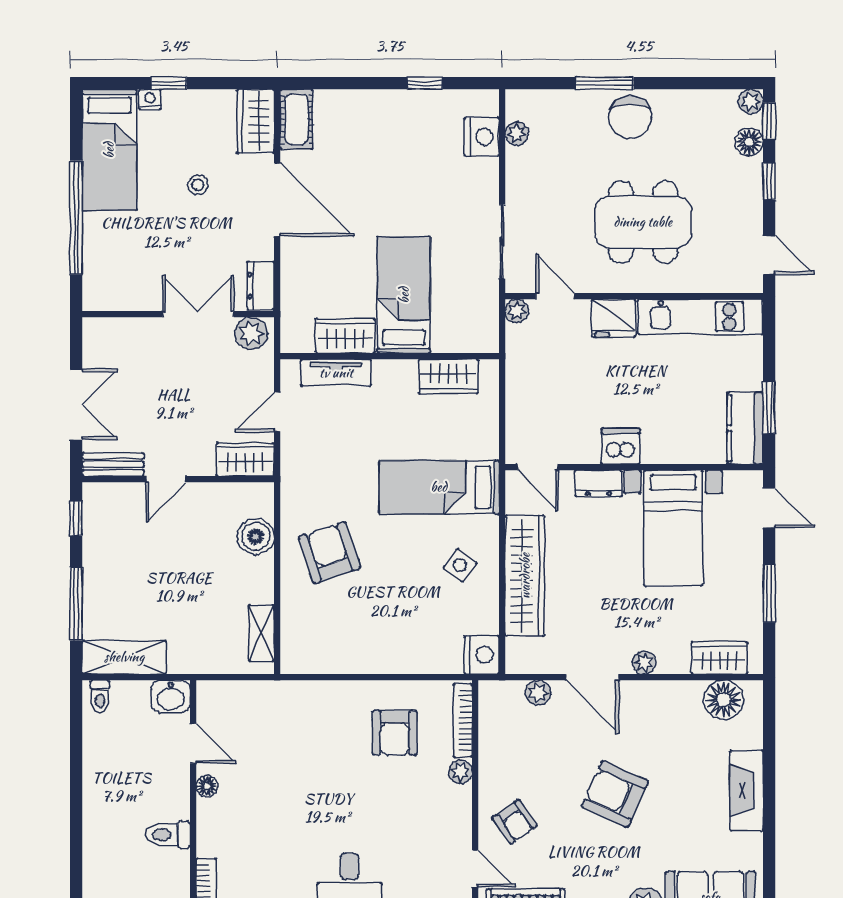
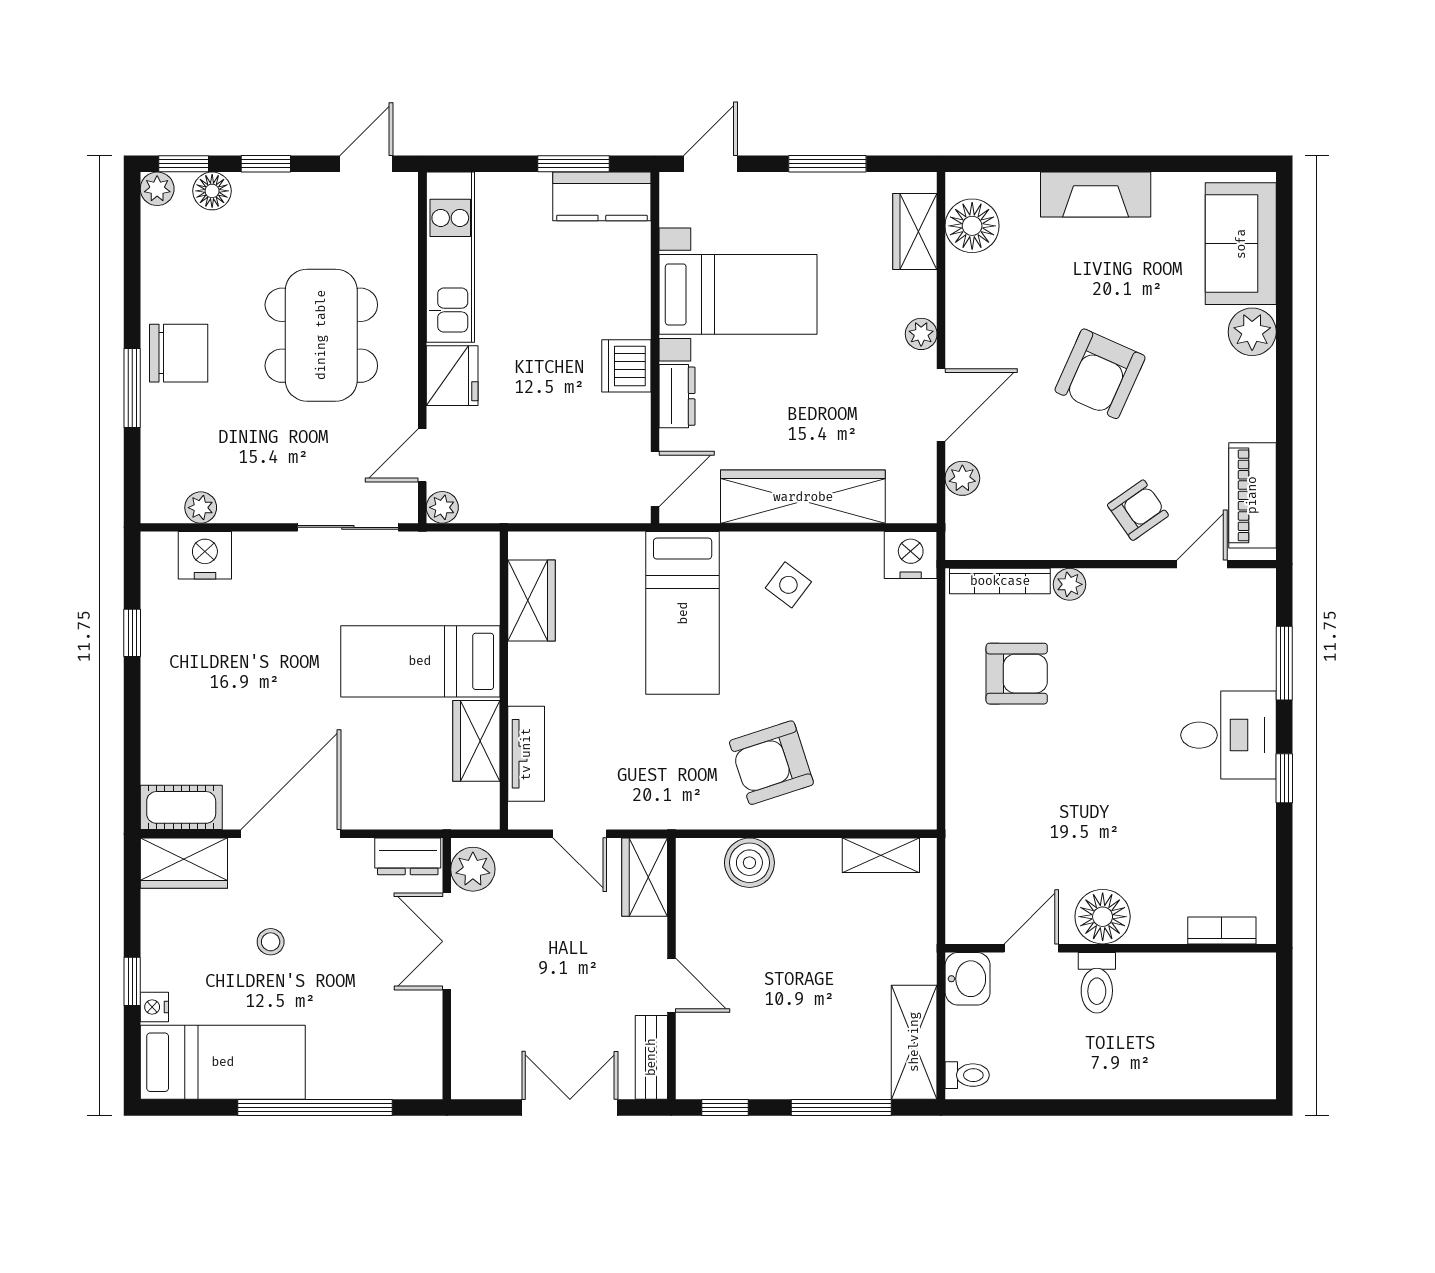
floor lamp: (207, 786) -> (1103, 917), width x1.89, depth x1.89
toilet: (168, 835) -> (1097, 983), moved

